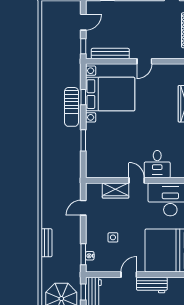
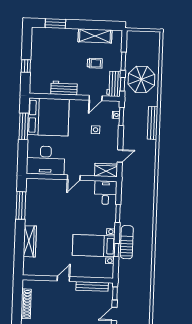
bed with nightstands: (110, 94) -> (94, 246), width x0.73
desk: (157, 164) -> (106, 193), moved
door: (137, 180) -> (74, 178), hinge flipped
wardrobe: (116, 191) -> (106, 170), moved
bench: (46, 243) -> (153, 123), width x1.36
door: (129, 275) -> (96, 98), moved

